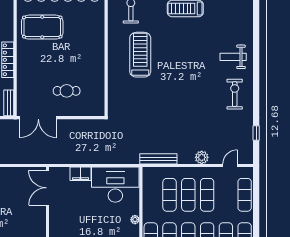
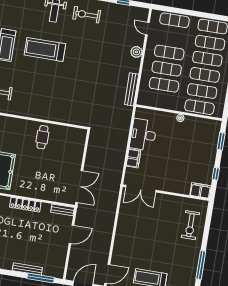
treadmill: (140, 55) -> (45, 49), moved
cafe table: (67, 91) -> (42, 137), moved
desk: (115, 185) -> (143, 135), width x0.73, depth x0.77

